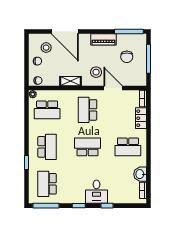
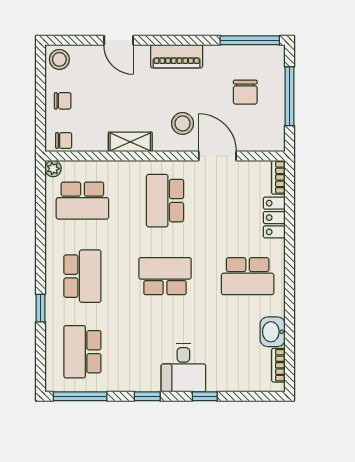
door: (65, 31) -> (119, 40), width x0.53
piano: (104, 39) -> (177, 56), moved
stool: (46, 48) -> (59, 59), moved

